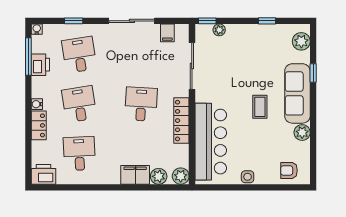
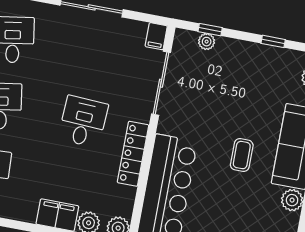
window: (207, 21) -> (210, 30), moved
filing cabinet: (167, 33) -> (156, 36), moved

